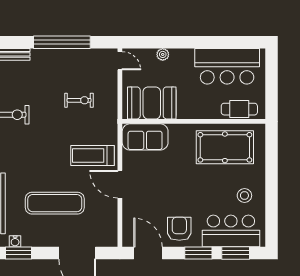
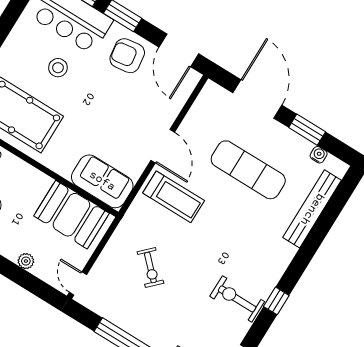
exercise bike: (79, 100) -> (150, 268), turned -135
stool: (244, 195) -> (58, 68), moved
armchair: (179, 229) -> (127, 56), turned 82
window: (18, 253) -> (307, 130), moved

